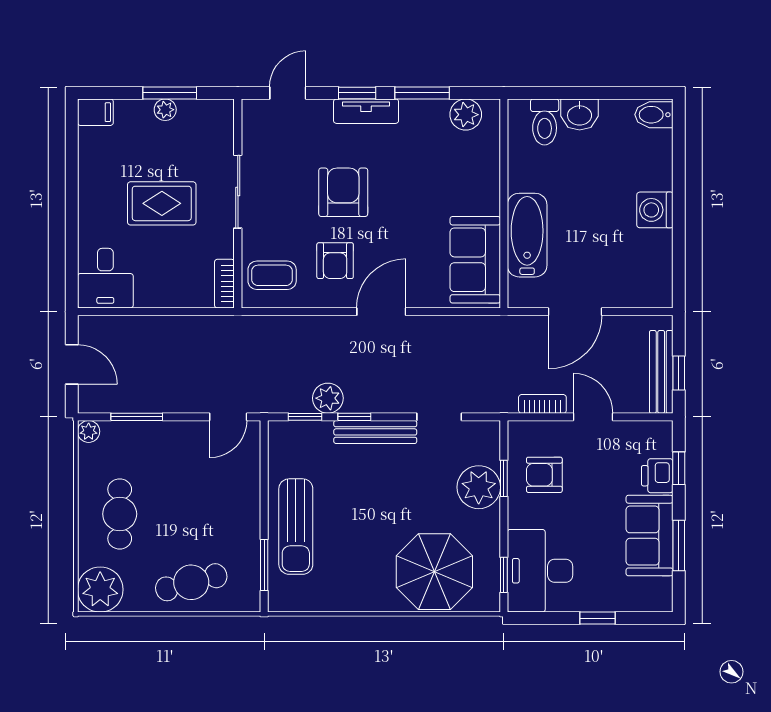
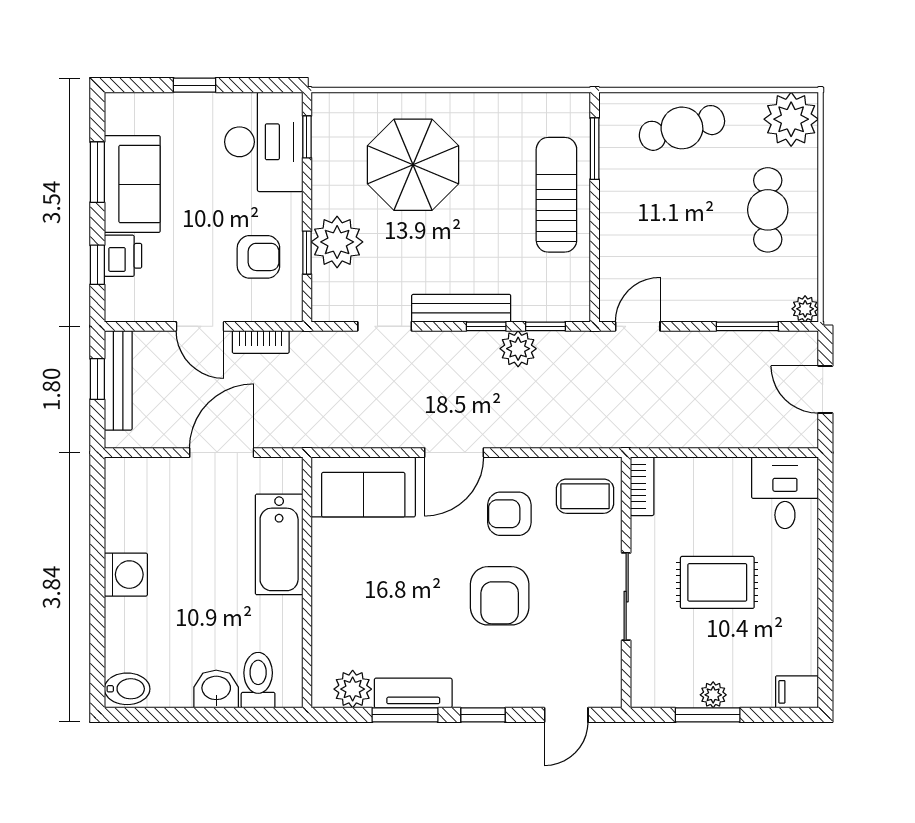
tv unit: (366, 111) -> (413, 693), moved
sofa: (475, 260) -> (363, 487), moved, turned 90
armchair: (335, 261) -> (509, 514), turned -90
parasol: (434, 572) -> (413, 165), moved

